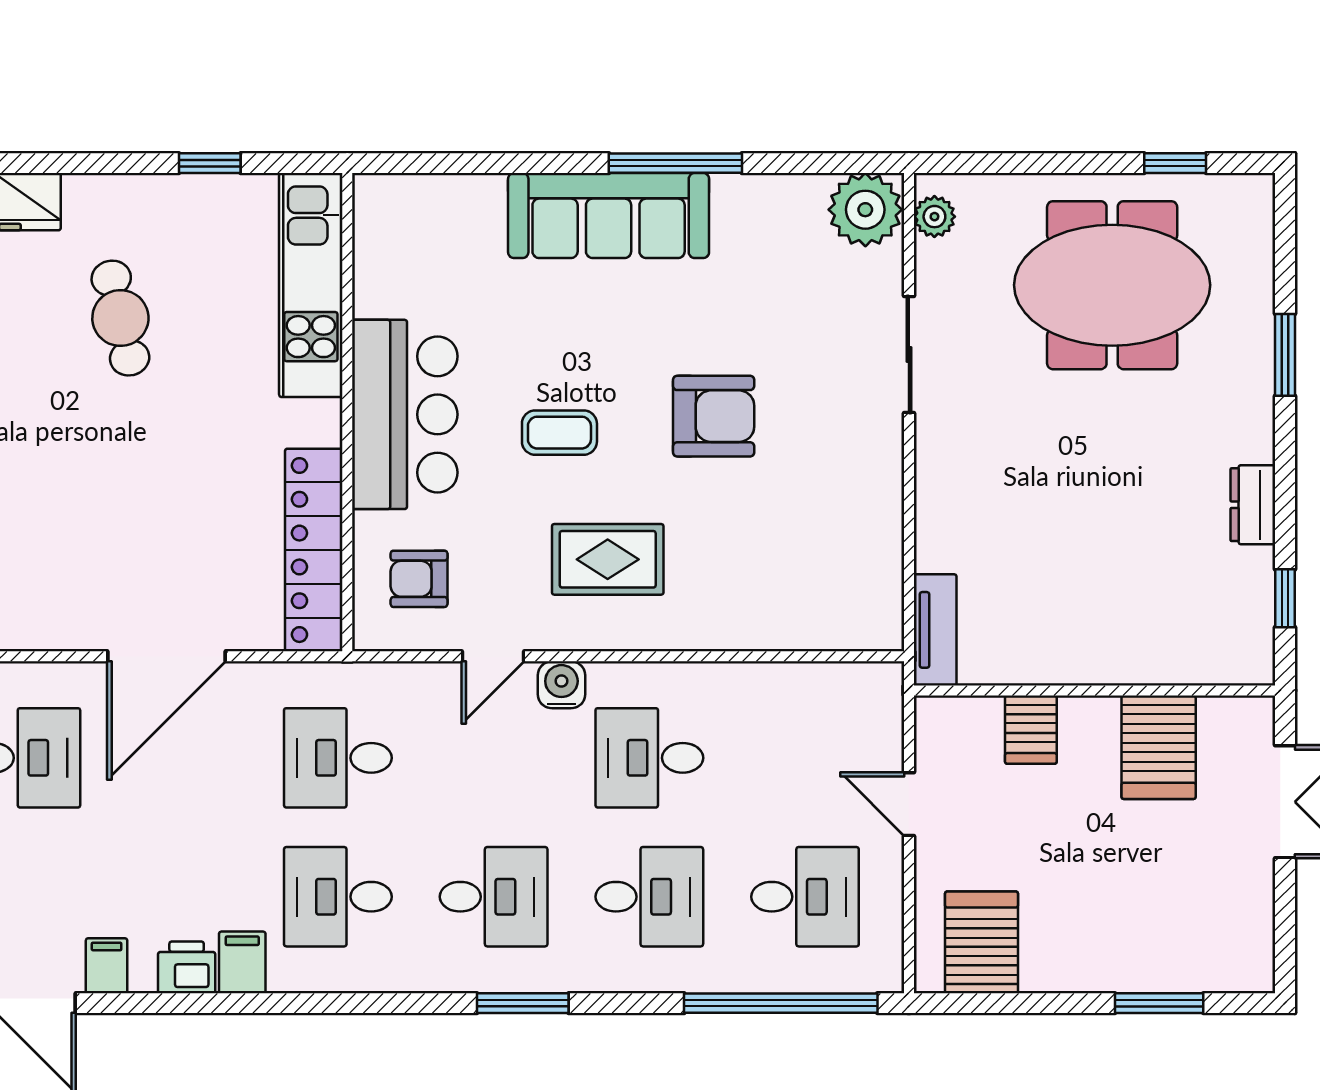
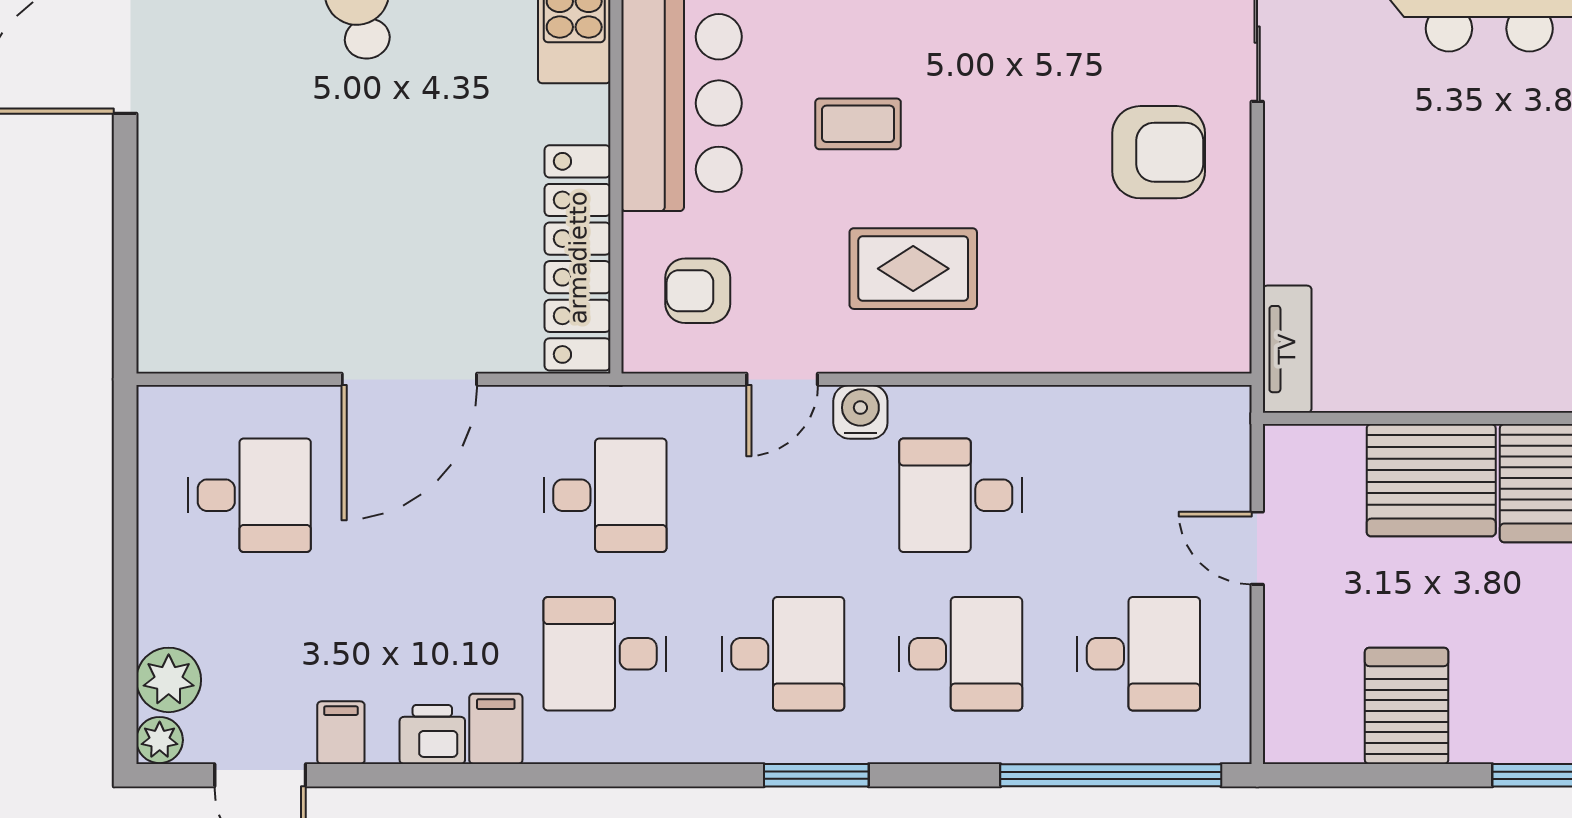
armchair: (714, 416) -> (1159, 152), moved
server rack: (1031, 730) -> (1431, 480), width x2.18, depth x1.44
desk: (338, 758) -> (605, 495), turned 180
server rack: (982, 942) -> (1407, 706), moved

